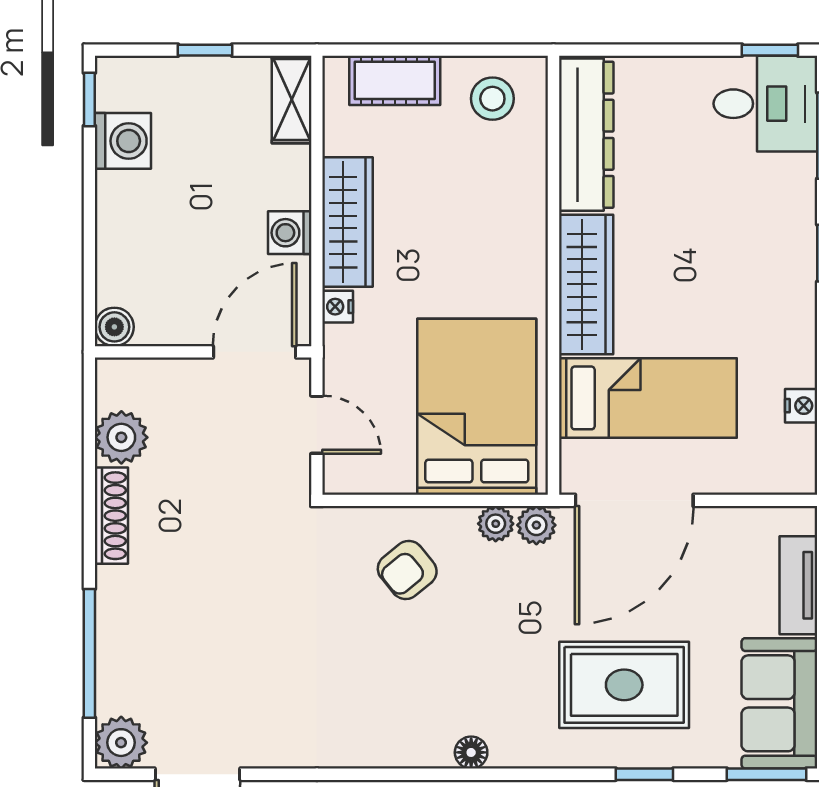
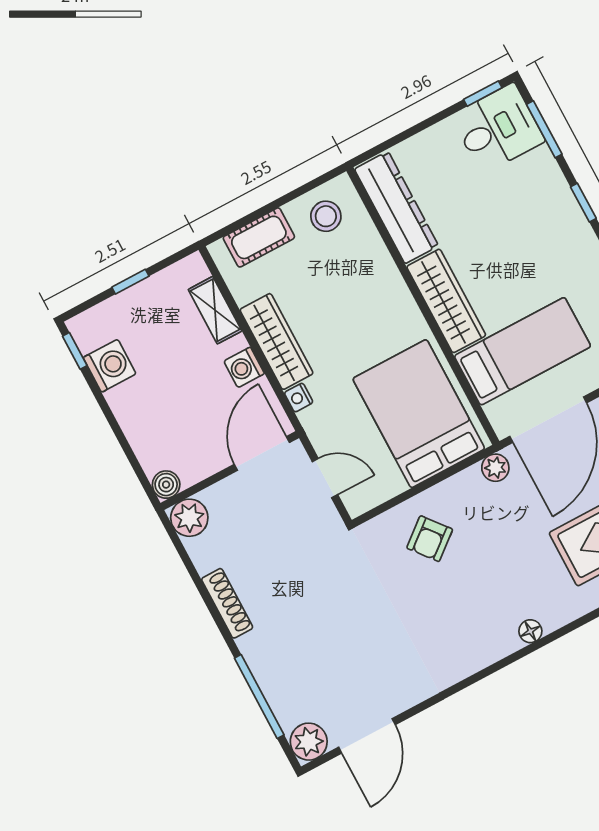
shelving: (292, 100) -> (215, 310), moved
plant: (121, 437) -> (189, 518), moved
plant: (496, 524) -> (469, 480), removed

